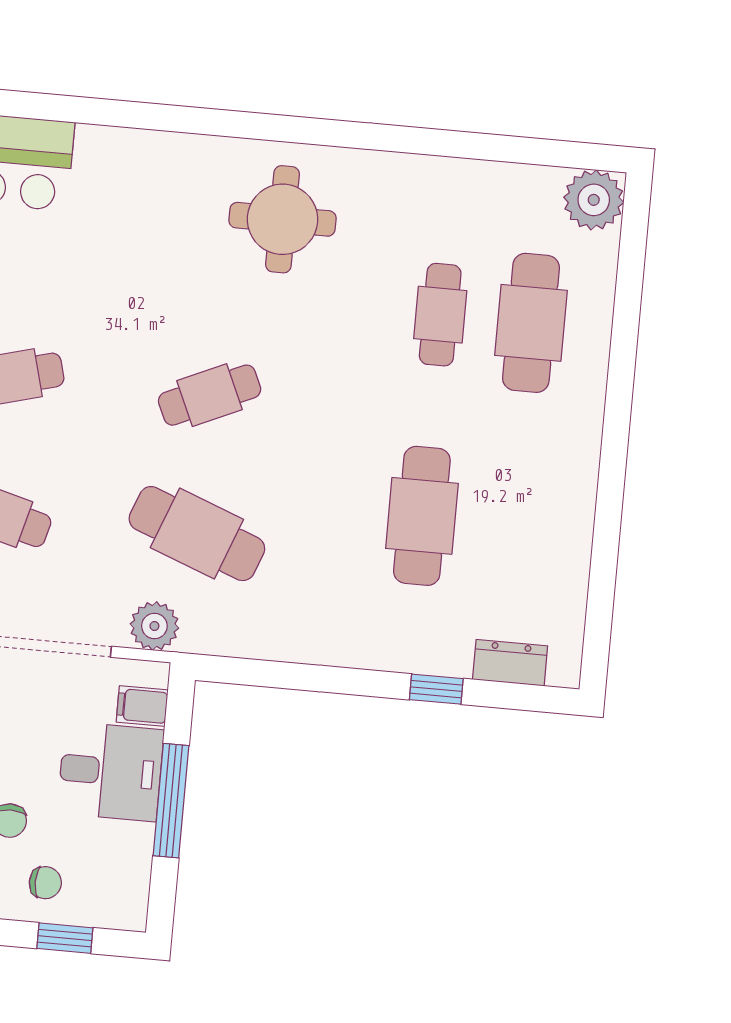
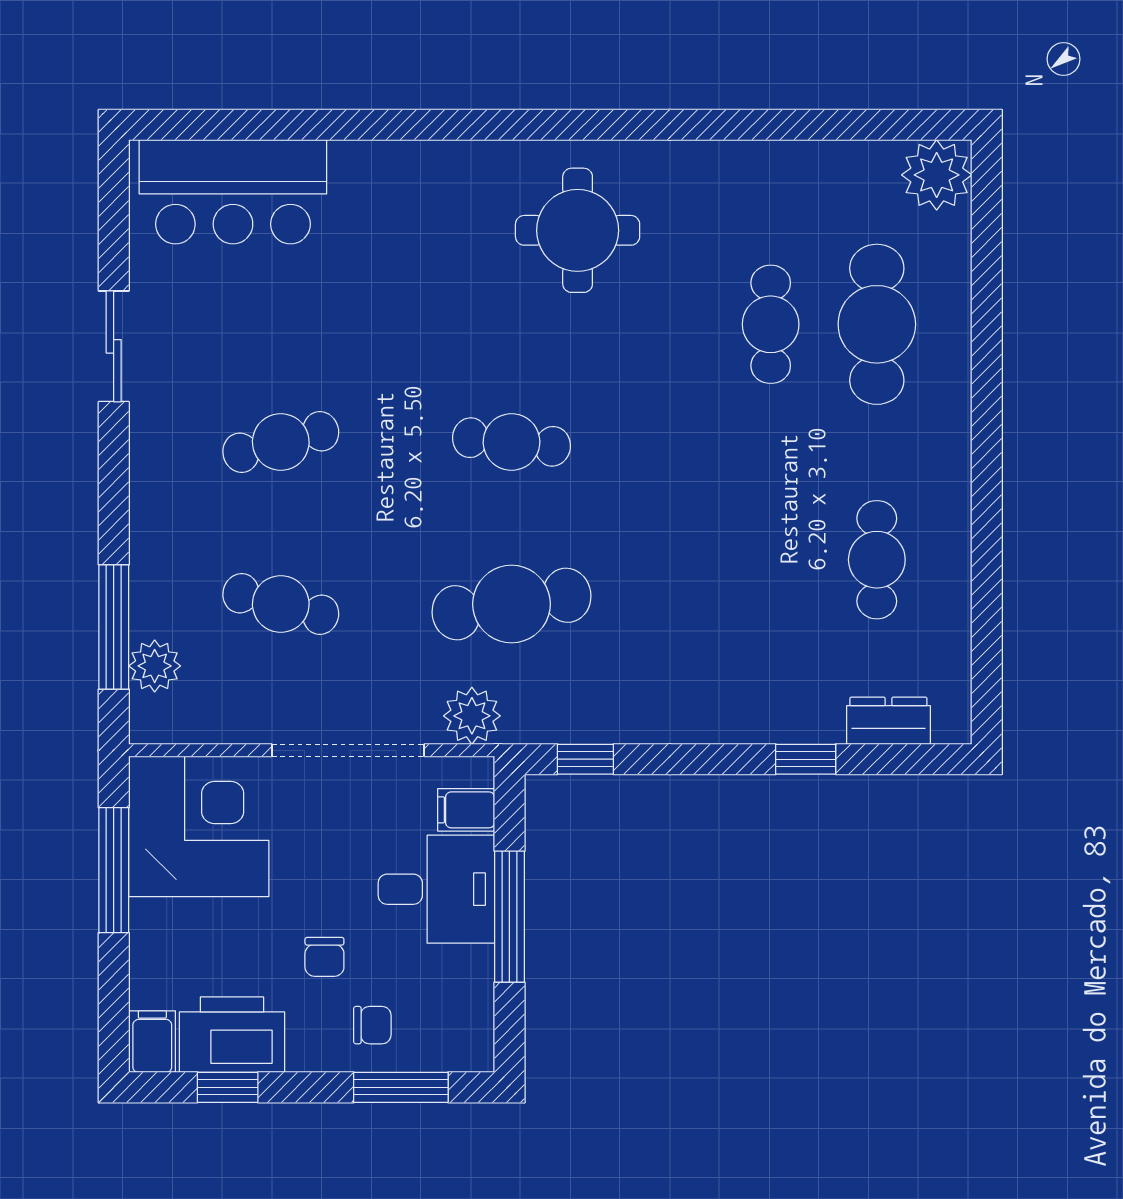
cafe table: (210, 395) -> (511, 442), turned 30
cafe table: (422, 516) -> (877, 560), moved, width x0.73, depth x0.74
cafe table: (197, 534) -> (511, 604), turned -30
window: (248, 672) -> (585, 759), added
window: (65, 938) -> (401, 1087), width x1.50

